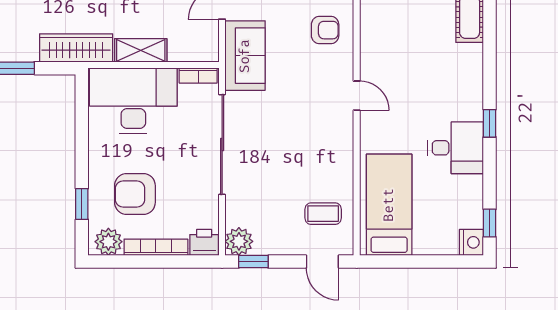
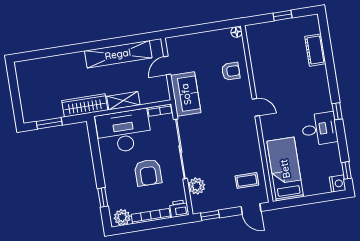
armchair: (135, 194) -> (148, 173), moved, turned -90
plant: (239, 241) -> (197, 186), moved

